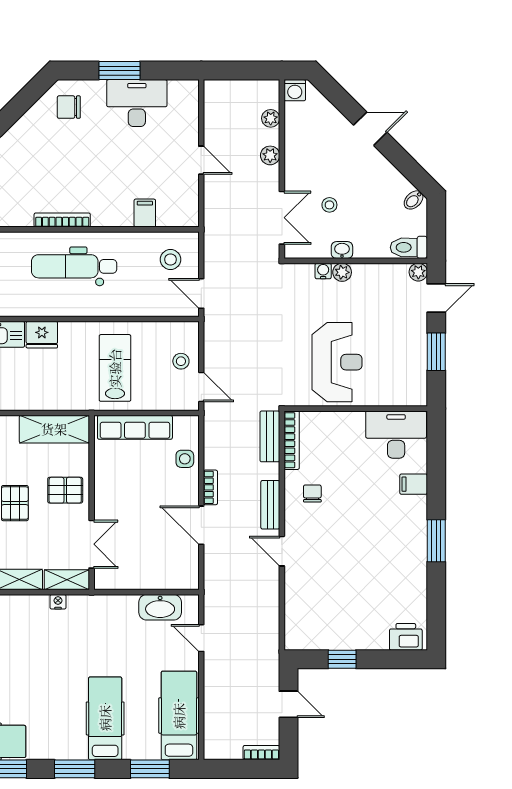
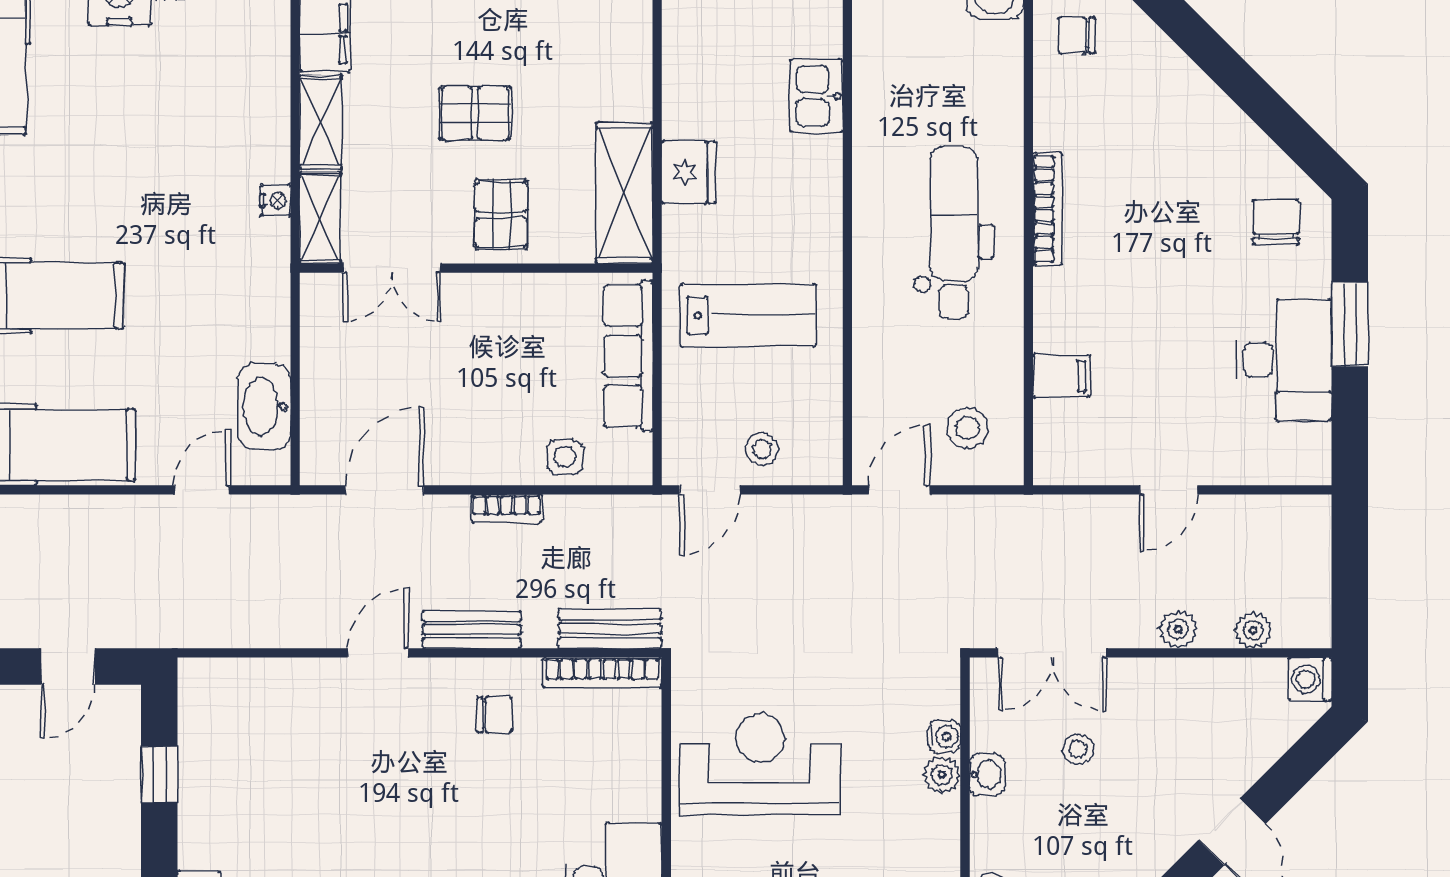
fridge: (42, 335) -> (689, 172), moved, turned 180
reception desk: (337, 362) -> (760, 765), turned 180
door: (201, 525) -> (384, 490), moved

